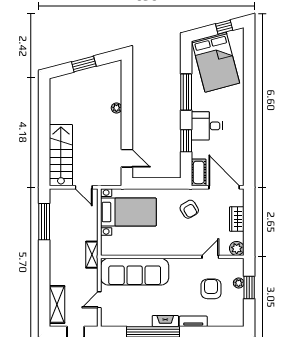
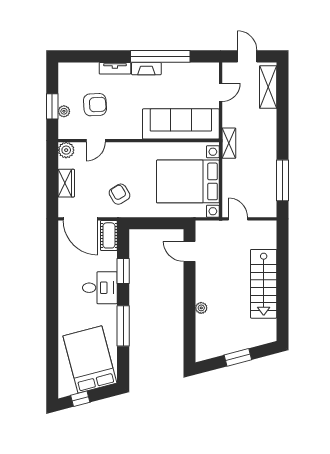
stairs: (61, 155) -> (264, 284), moved
bed with nightstands: (128, 212) -> (188, 181), width x1.36
armchair: (211, 289) -> (95, 105), turned -93

